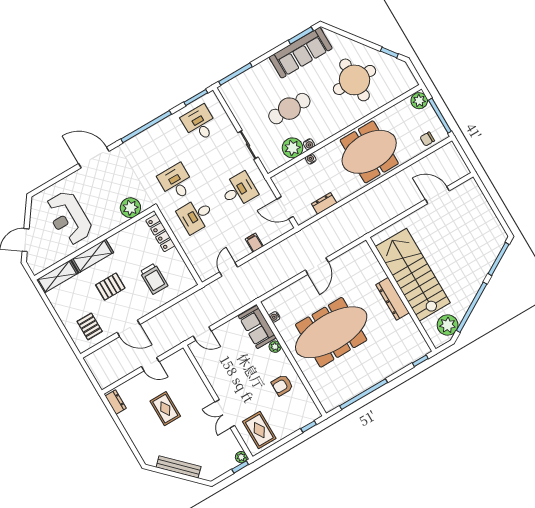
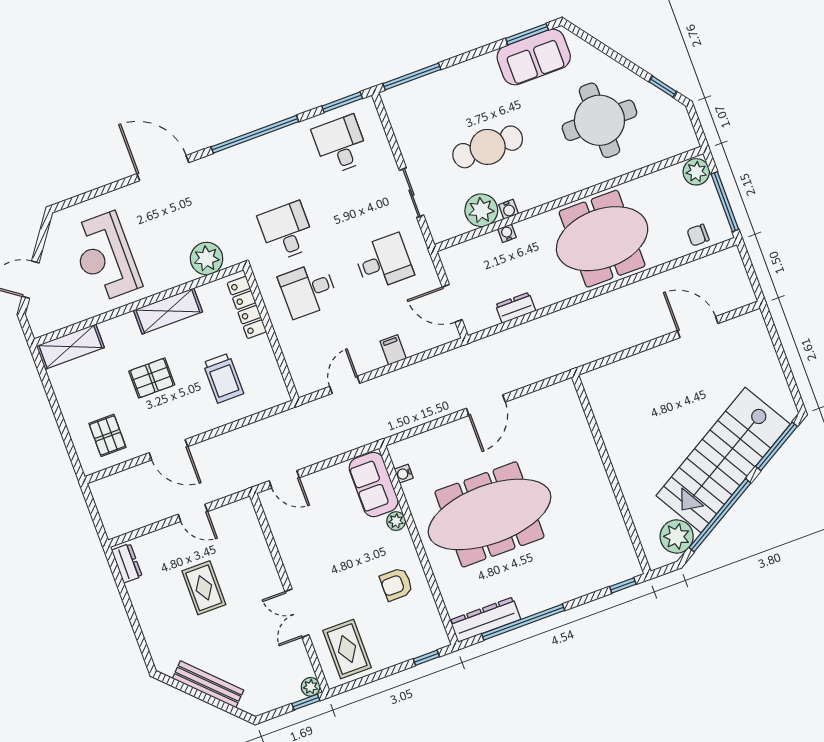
sofa: (301, 53) -> (534, 57), width x0.73
shelving: (92, 256) -> (168, 311), moved
stairs: (413, 275) -> (723, 460), moved, turned -120
dresser: (392, 299) -> (485, 620), moved, turned 90

